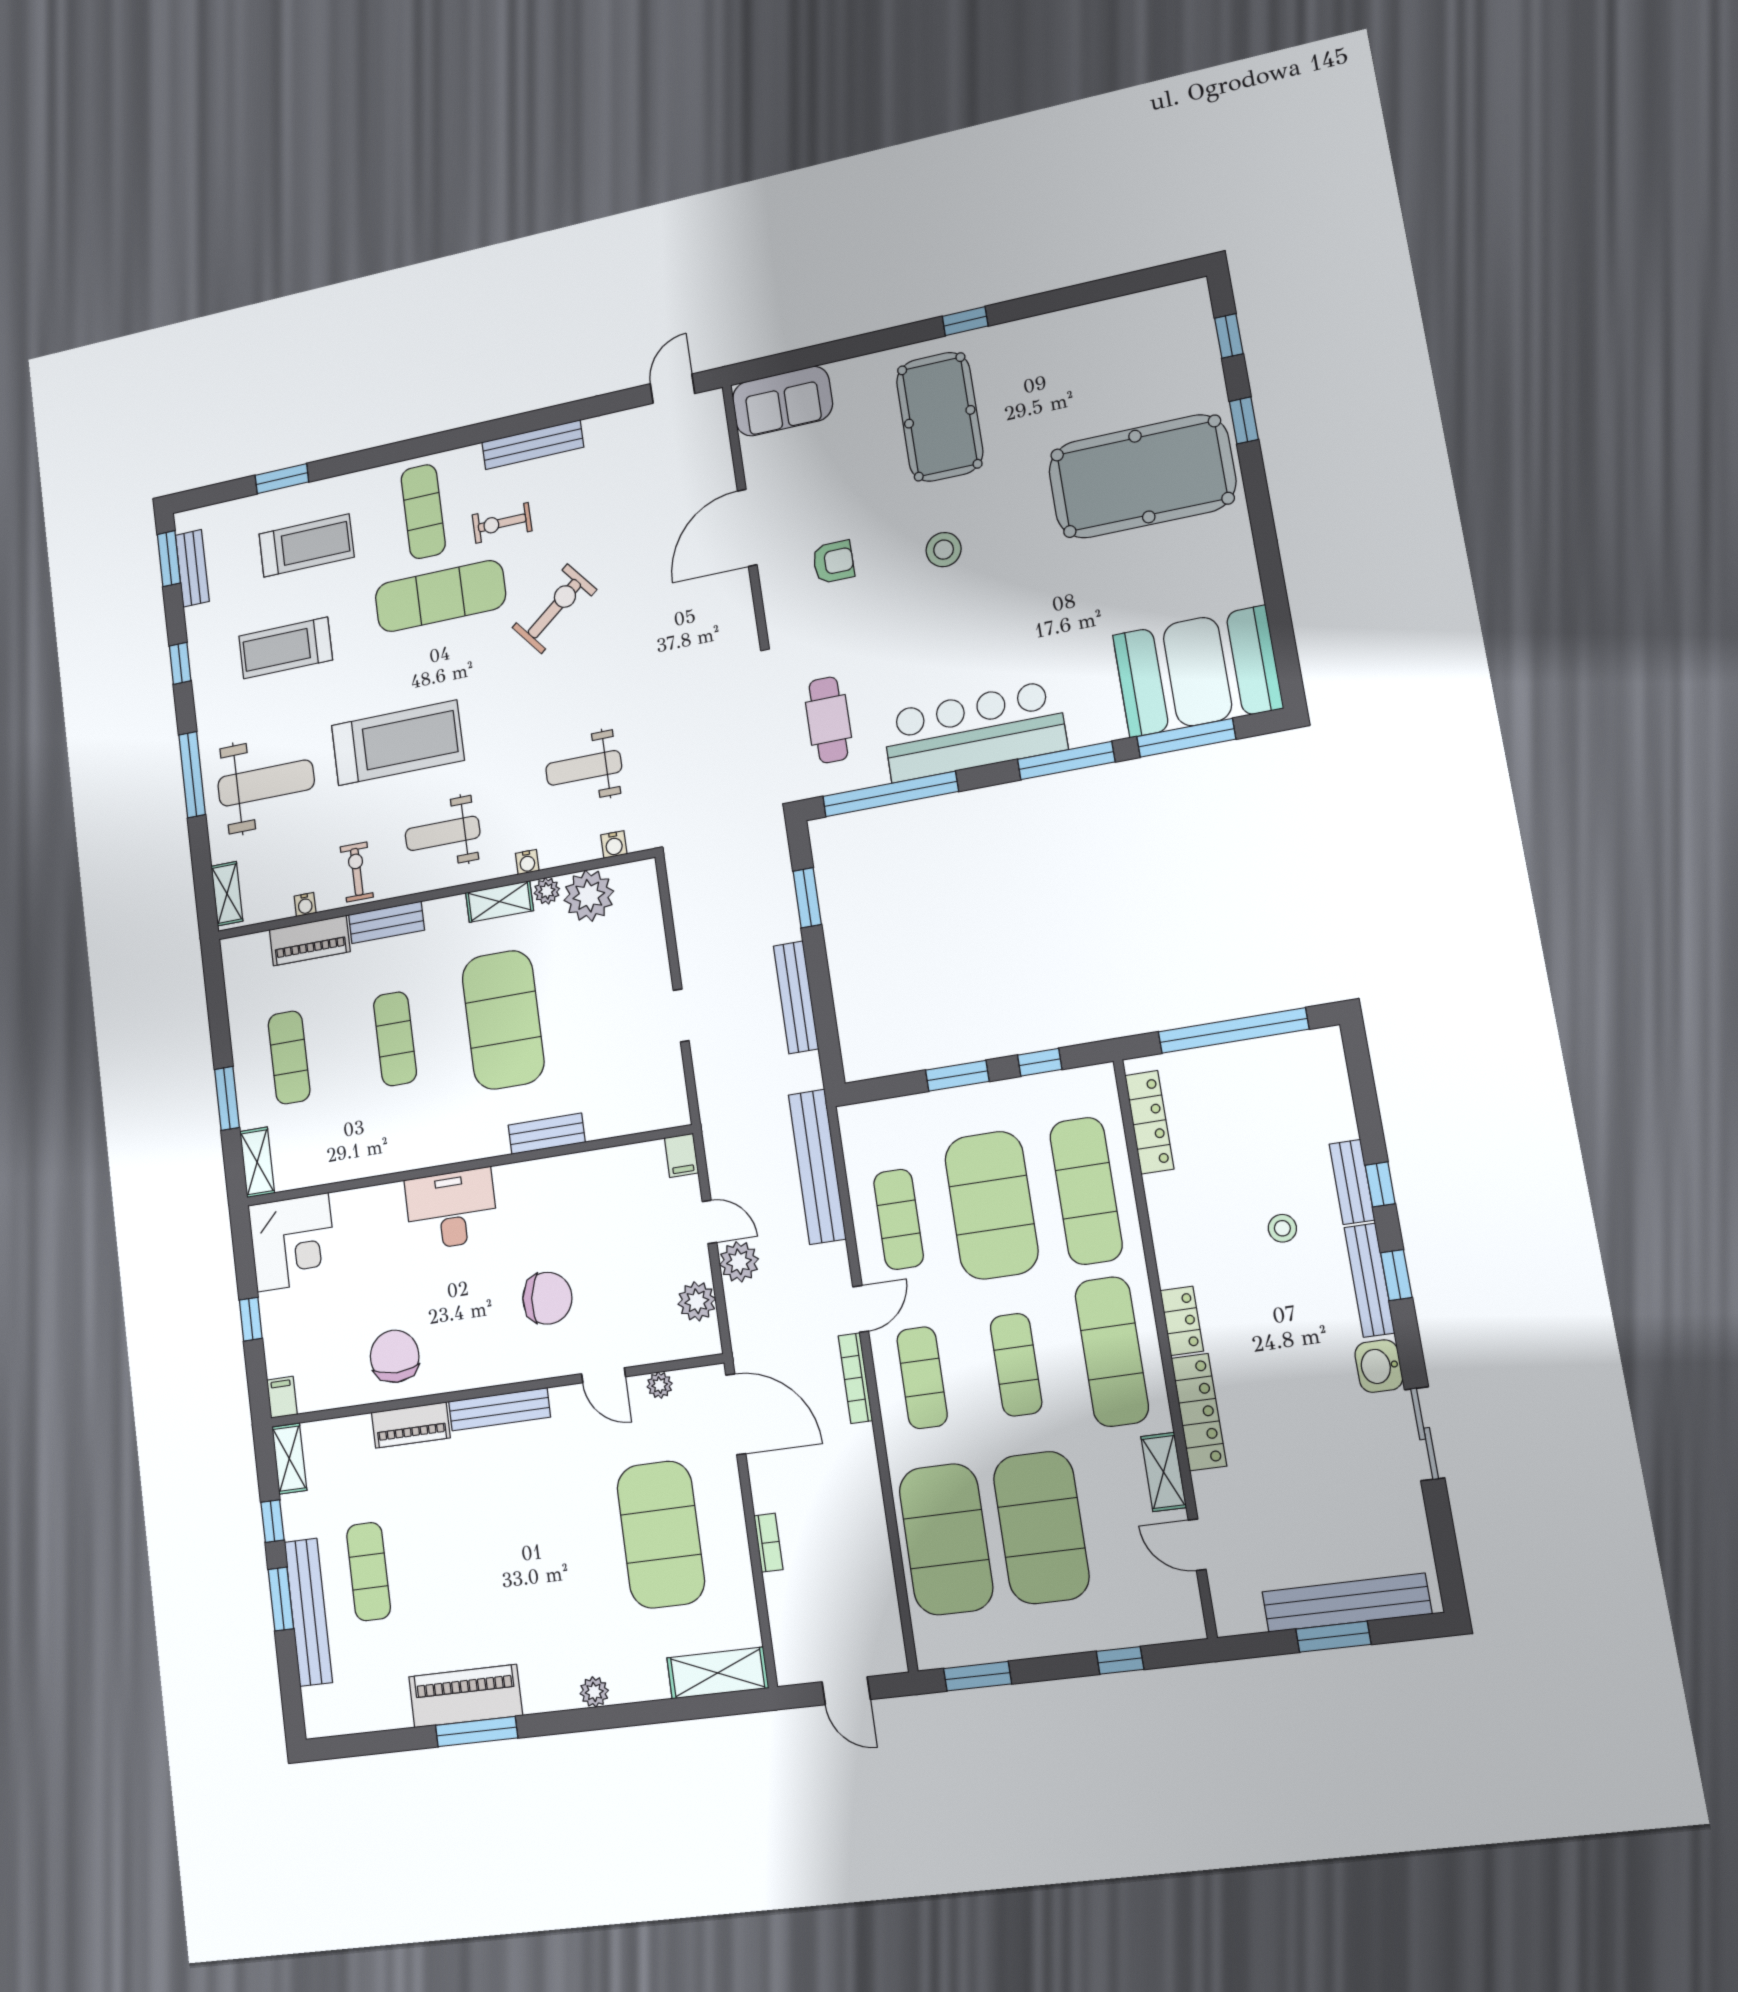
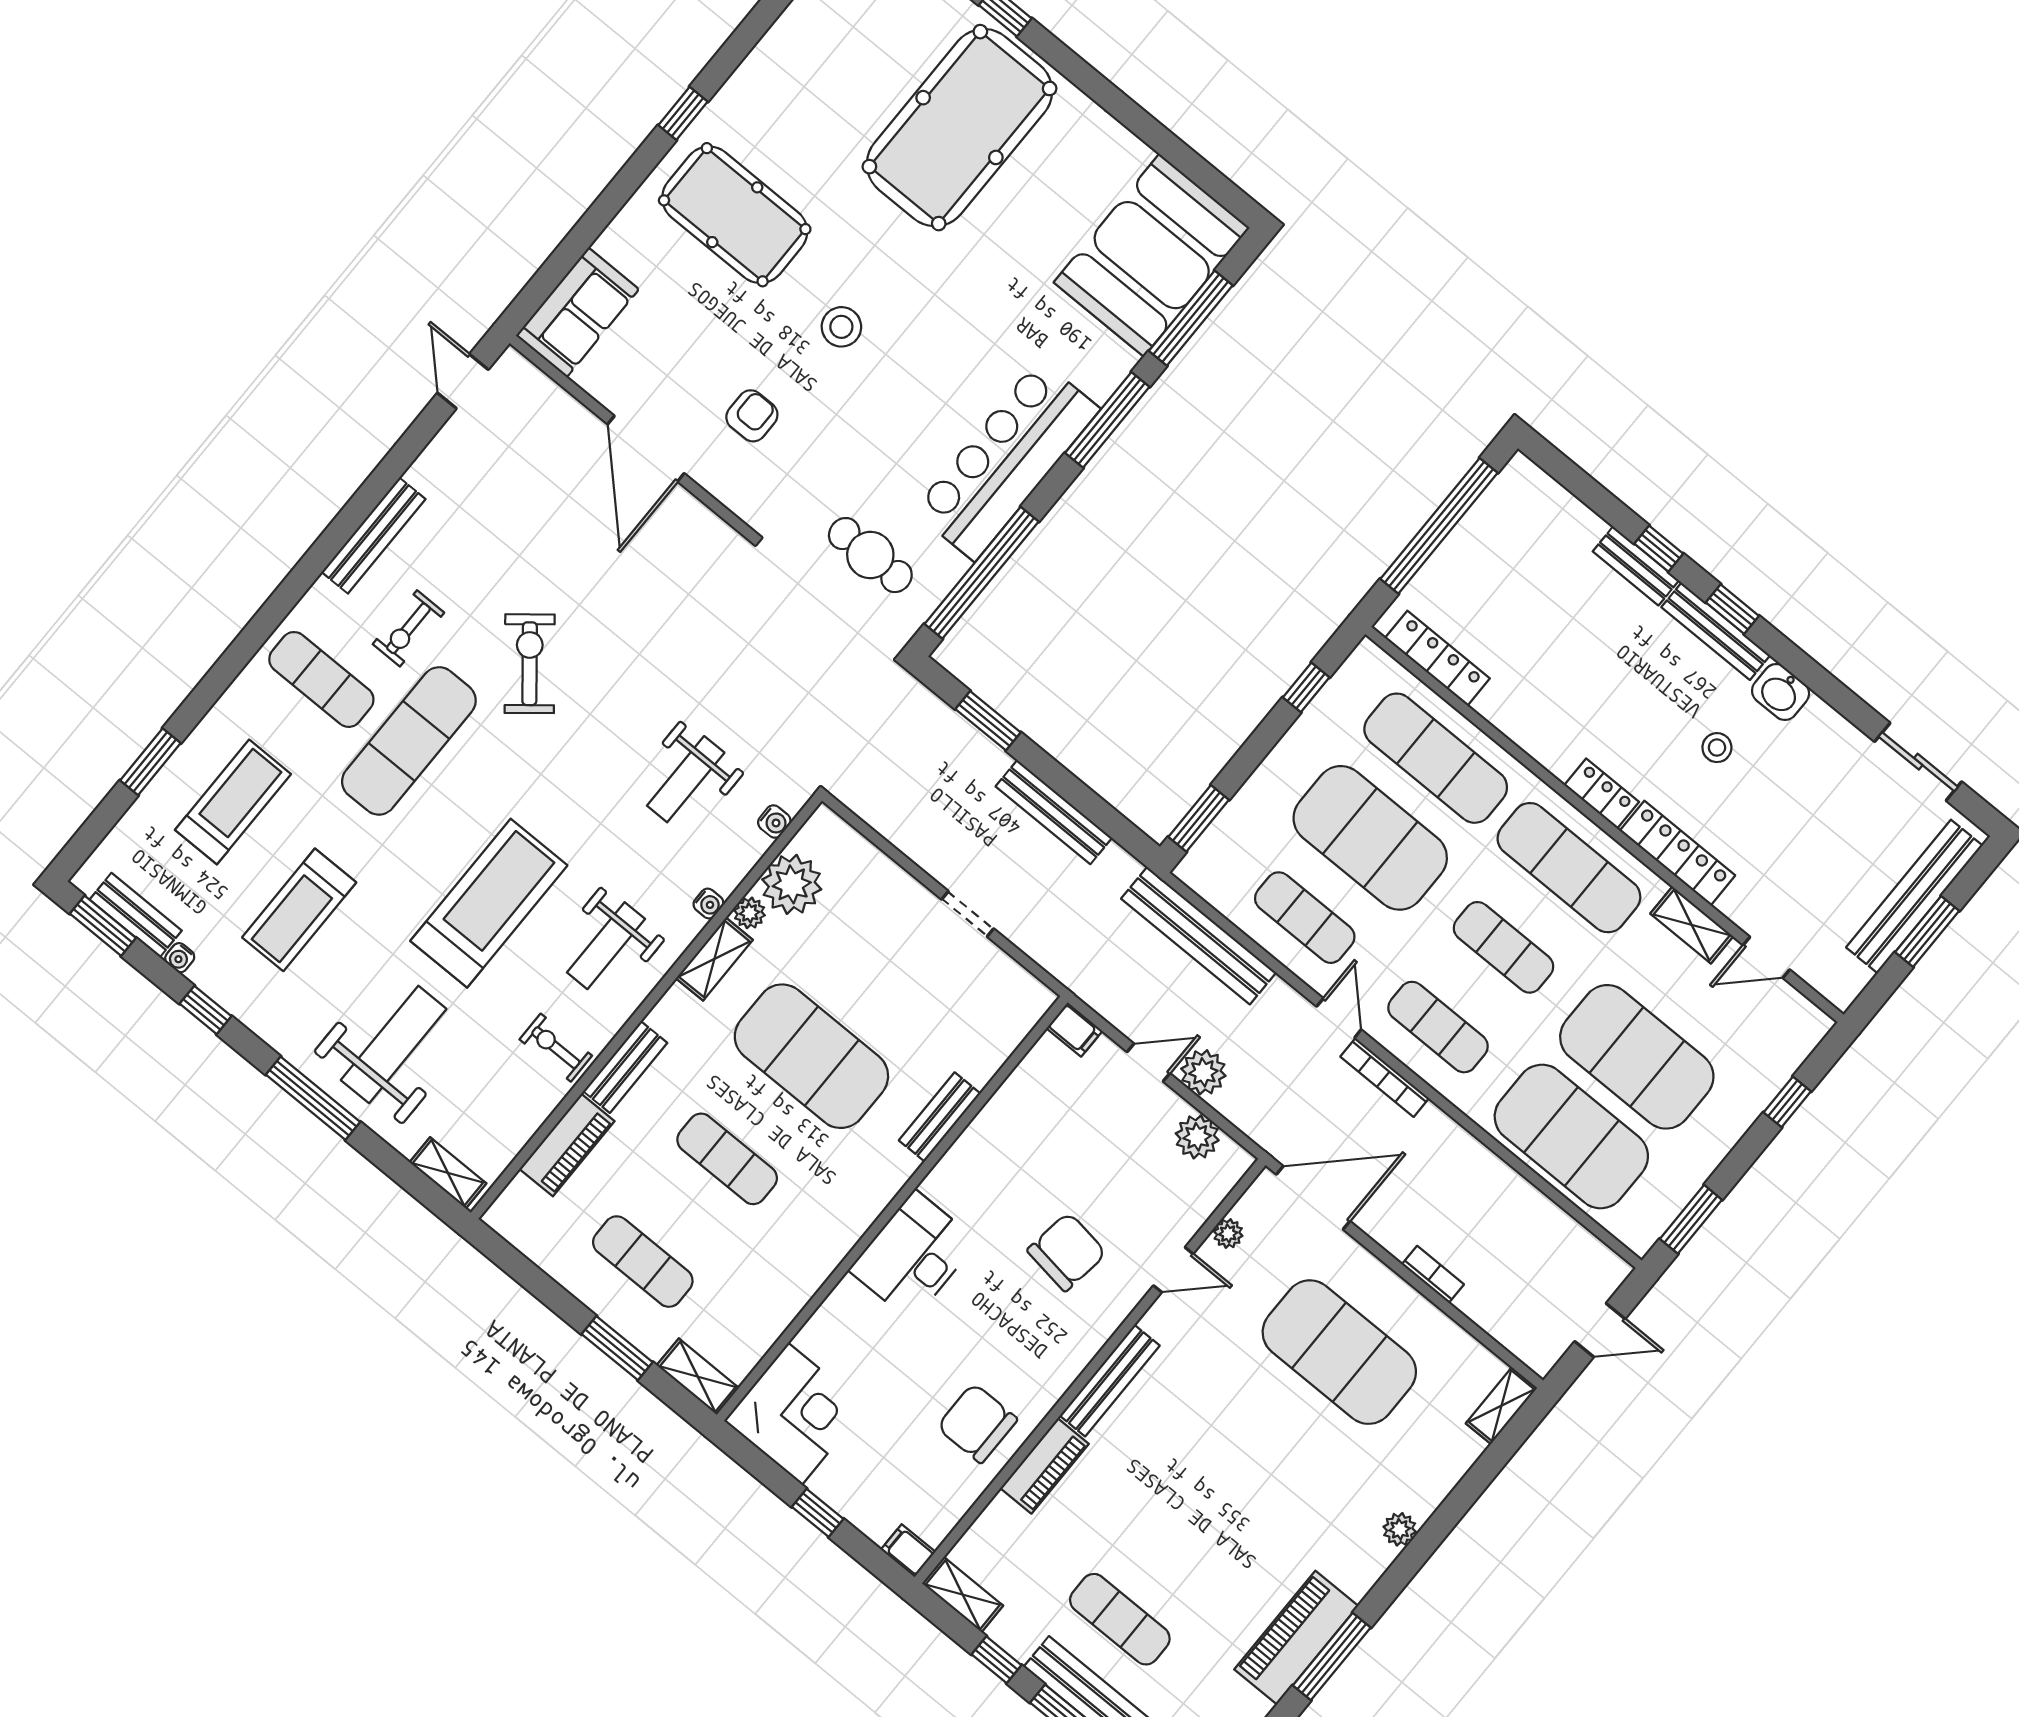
water cooler: (305, 905) -> (180, 958), moved, turned 90
window: (957, 1076) -> (1199, 818), moved
stool: (1282, 1228) -> (1717, 748), moved
sliding door: (1425, 1434) -> (1918, 762), moved
shelving: (718, 1673) -> (1502, 1406), width x0.67, depth x0.75

